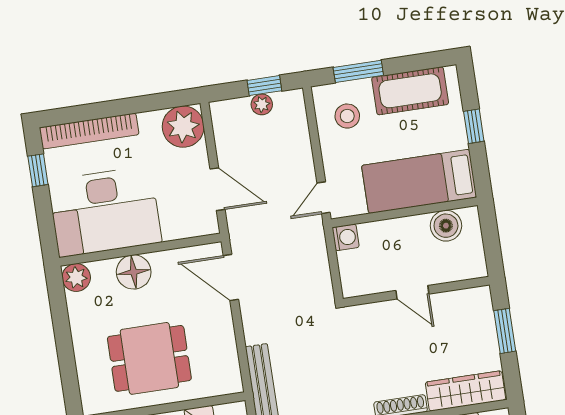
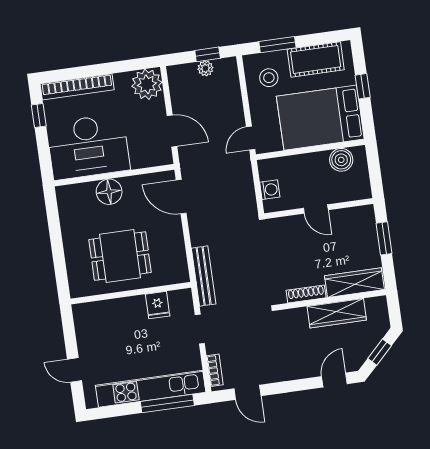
bed: (419, 181) -> (320, 118), width x1.50
washing machine: (346, 237) -> (270, 190), moved
plant: (76, 277) -> (66, 195), removed

